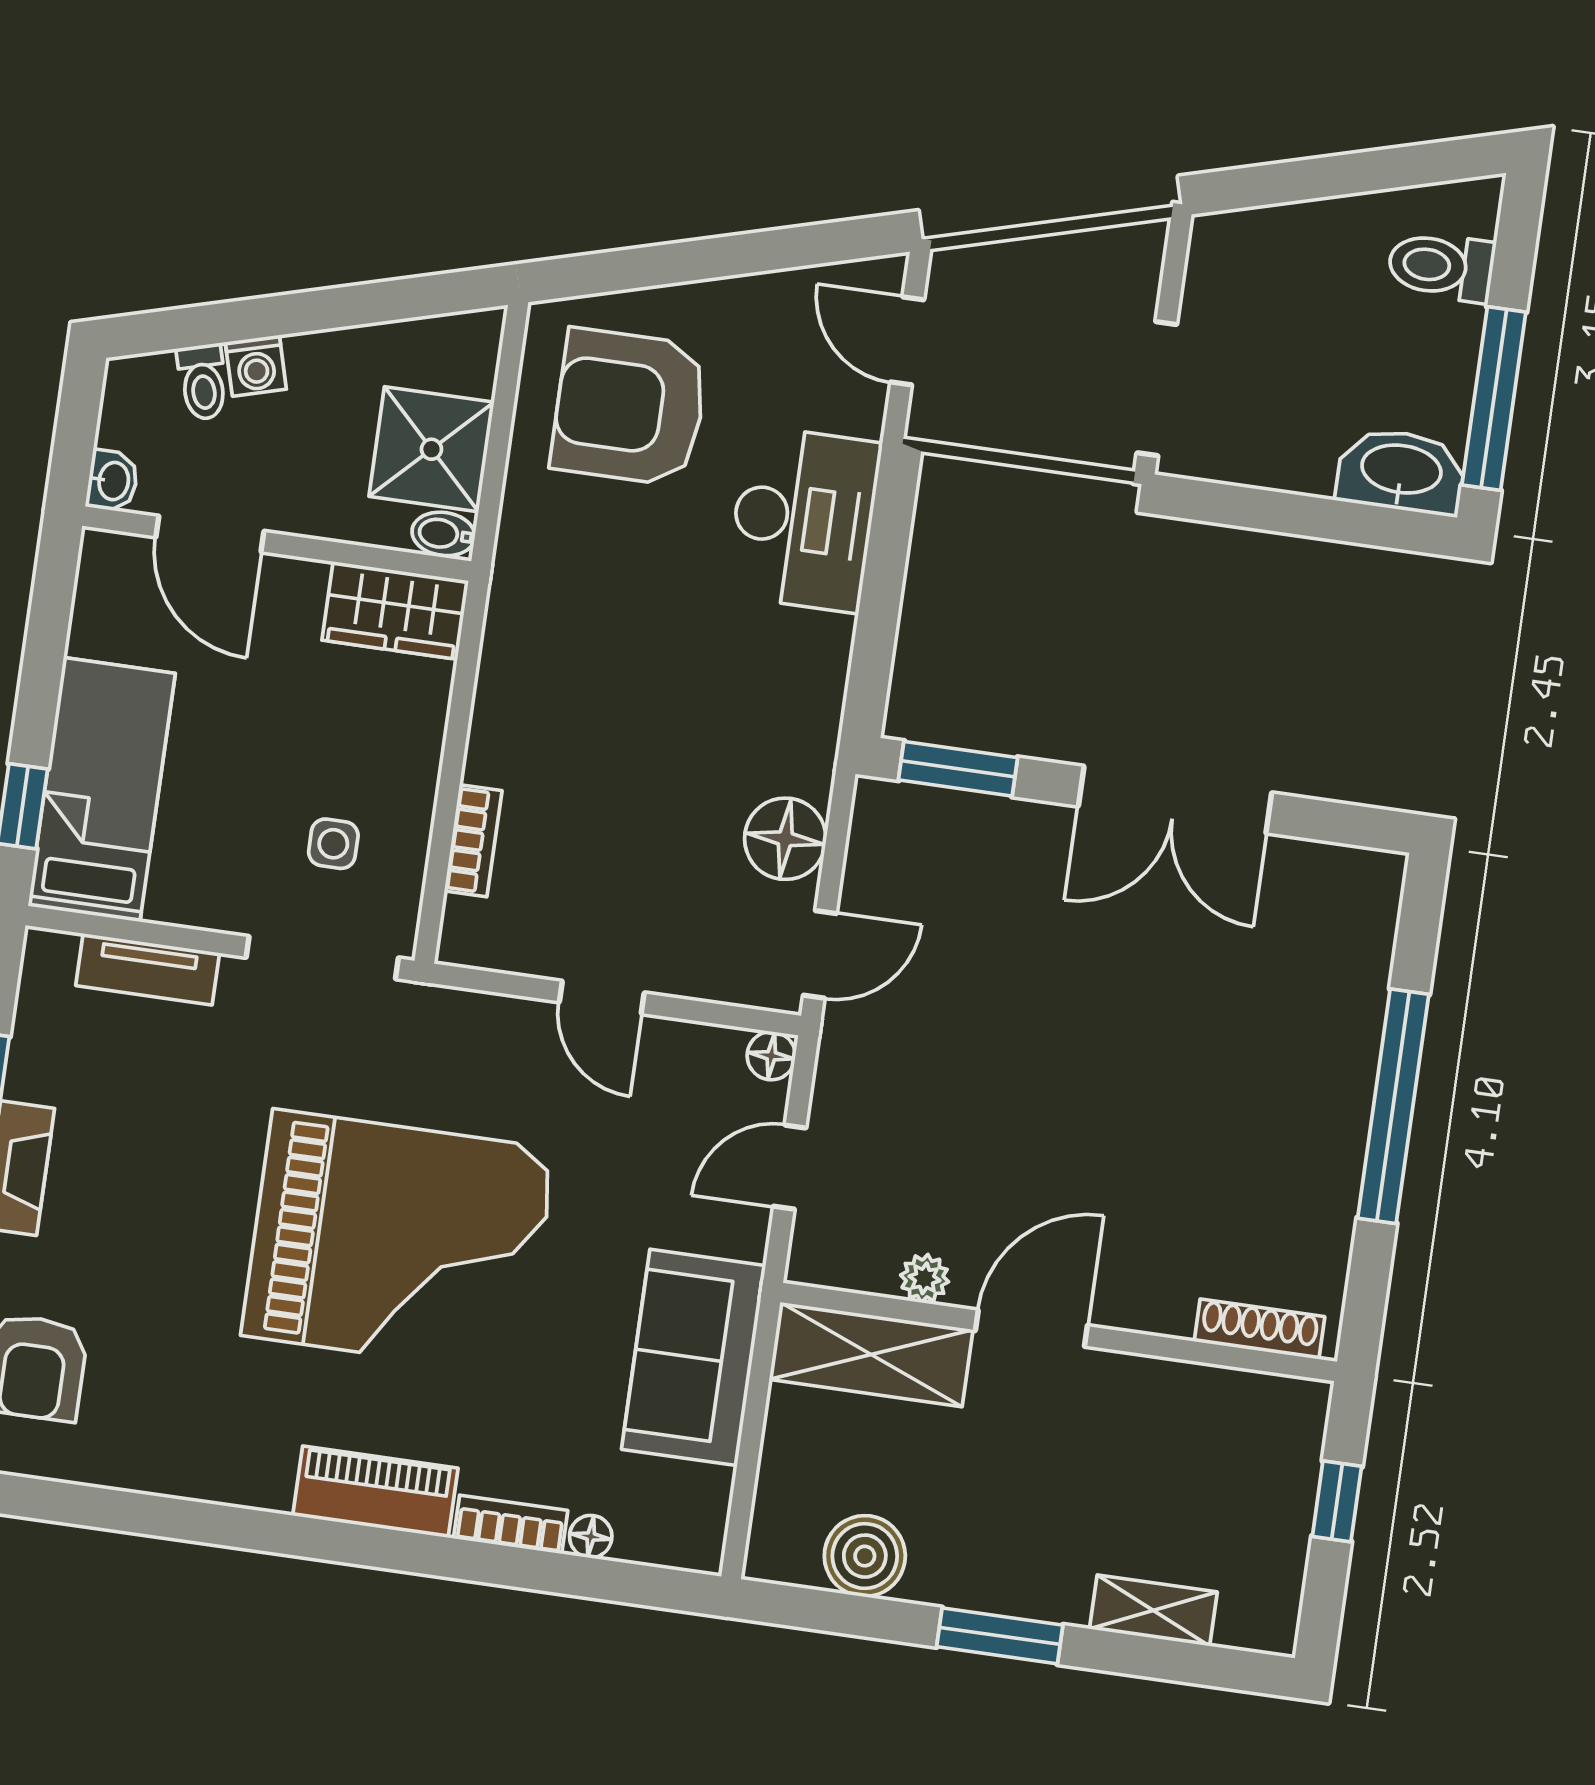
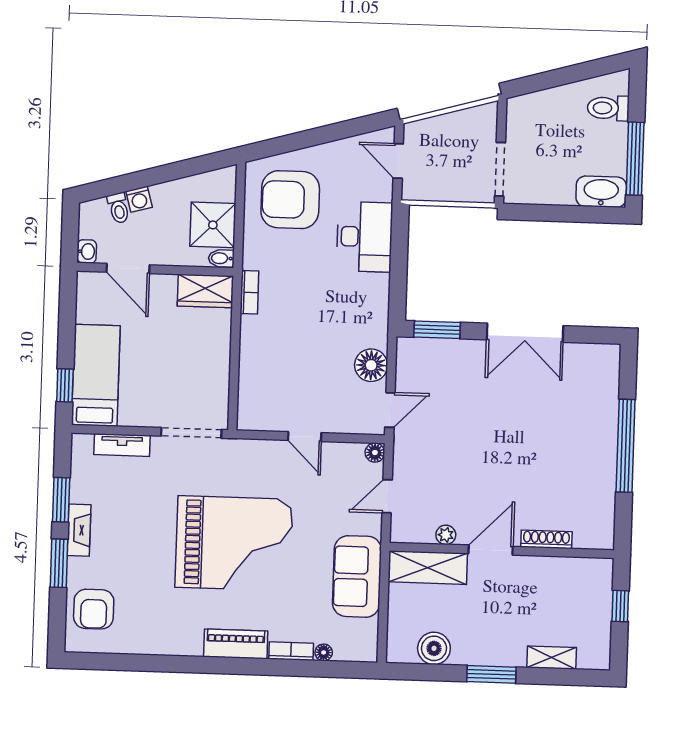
bookcase: (473, 841) -> (249, 292), moved
side table: (333, 844) -> (191, 387), removed
shoe rack: (1259, 1329) -> (546, 539), moved

